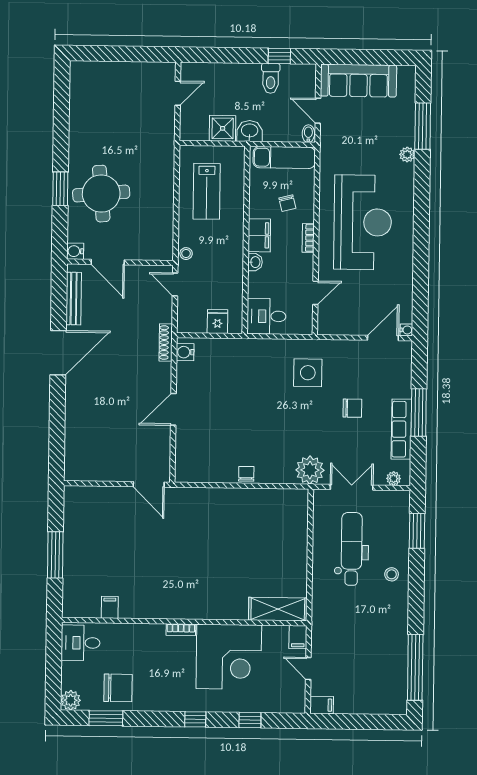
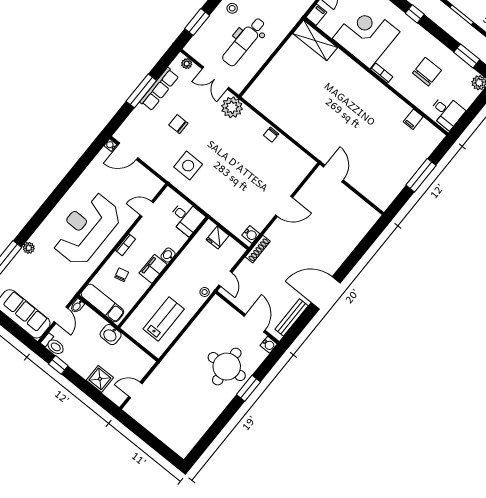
toilet: (271, 78) -> (53, 345), moved, turned 90
shower: (223, 128) -> (100, 379), moved
chair: (118, 688) -> (427, 72), moved, turned 90

